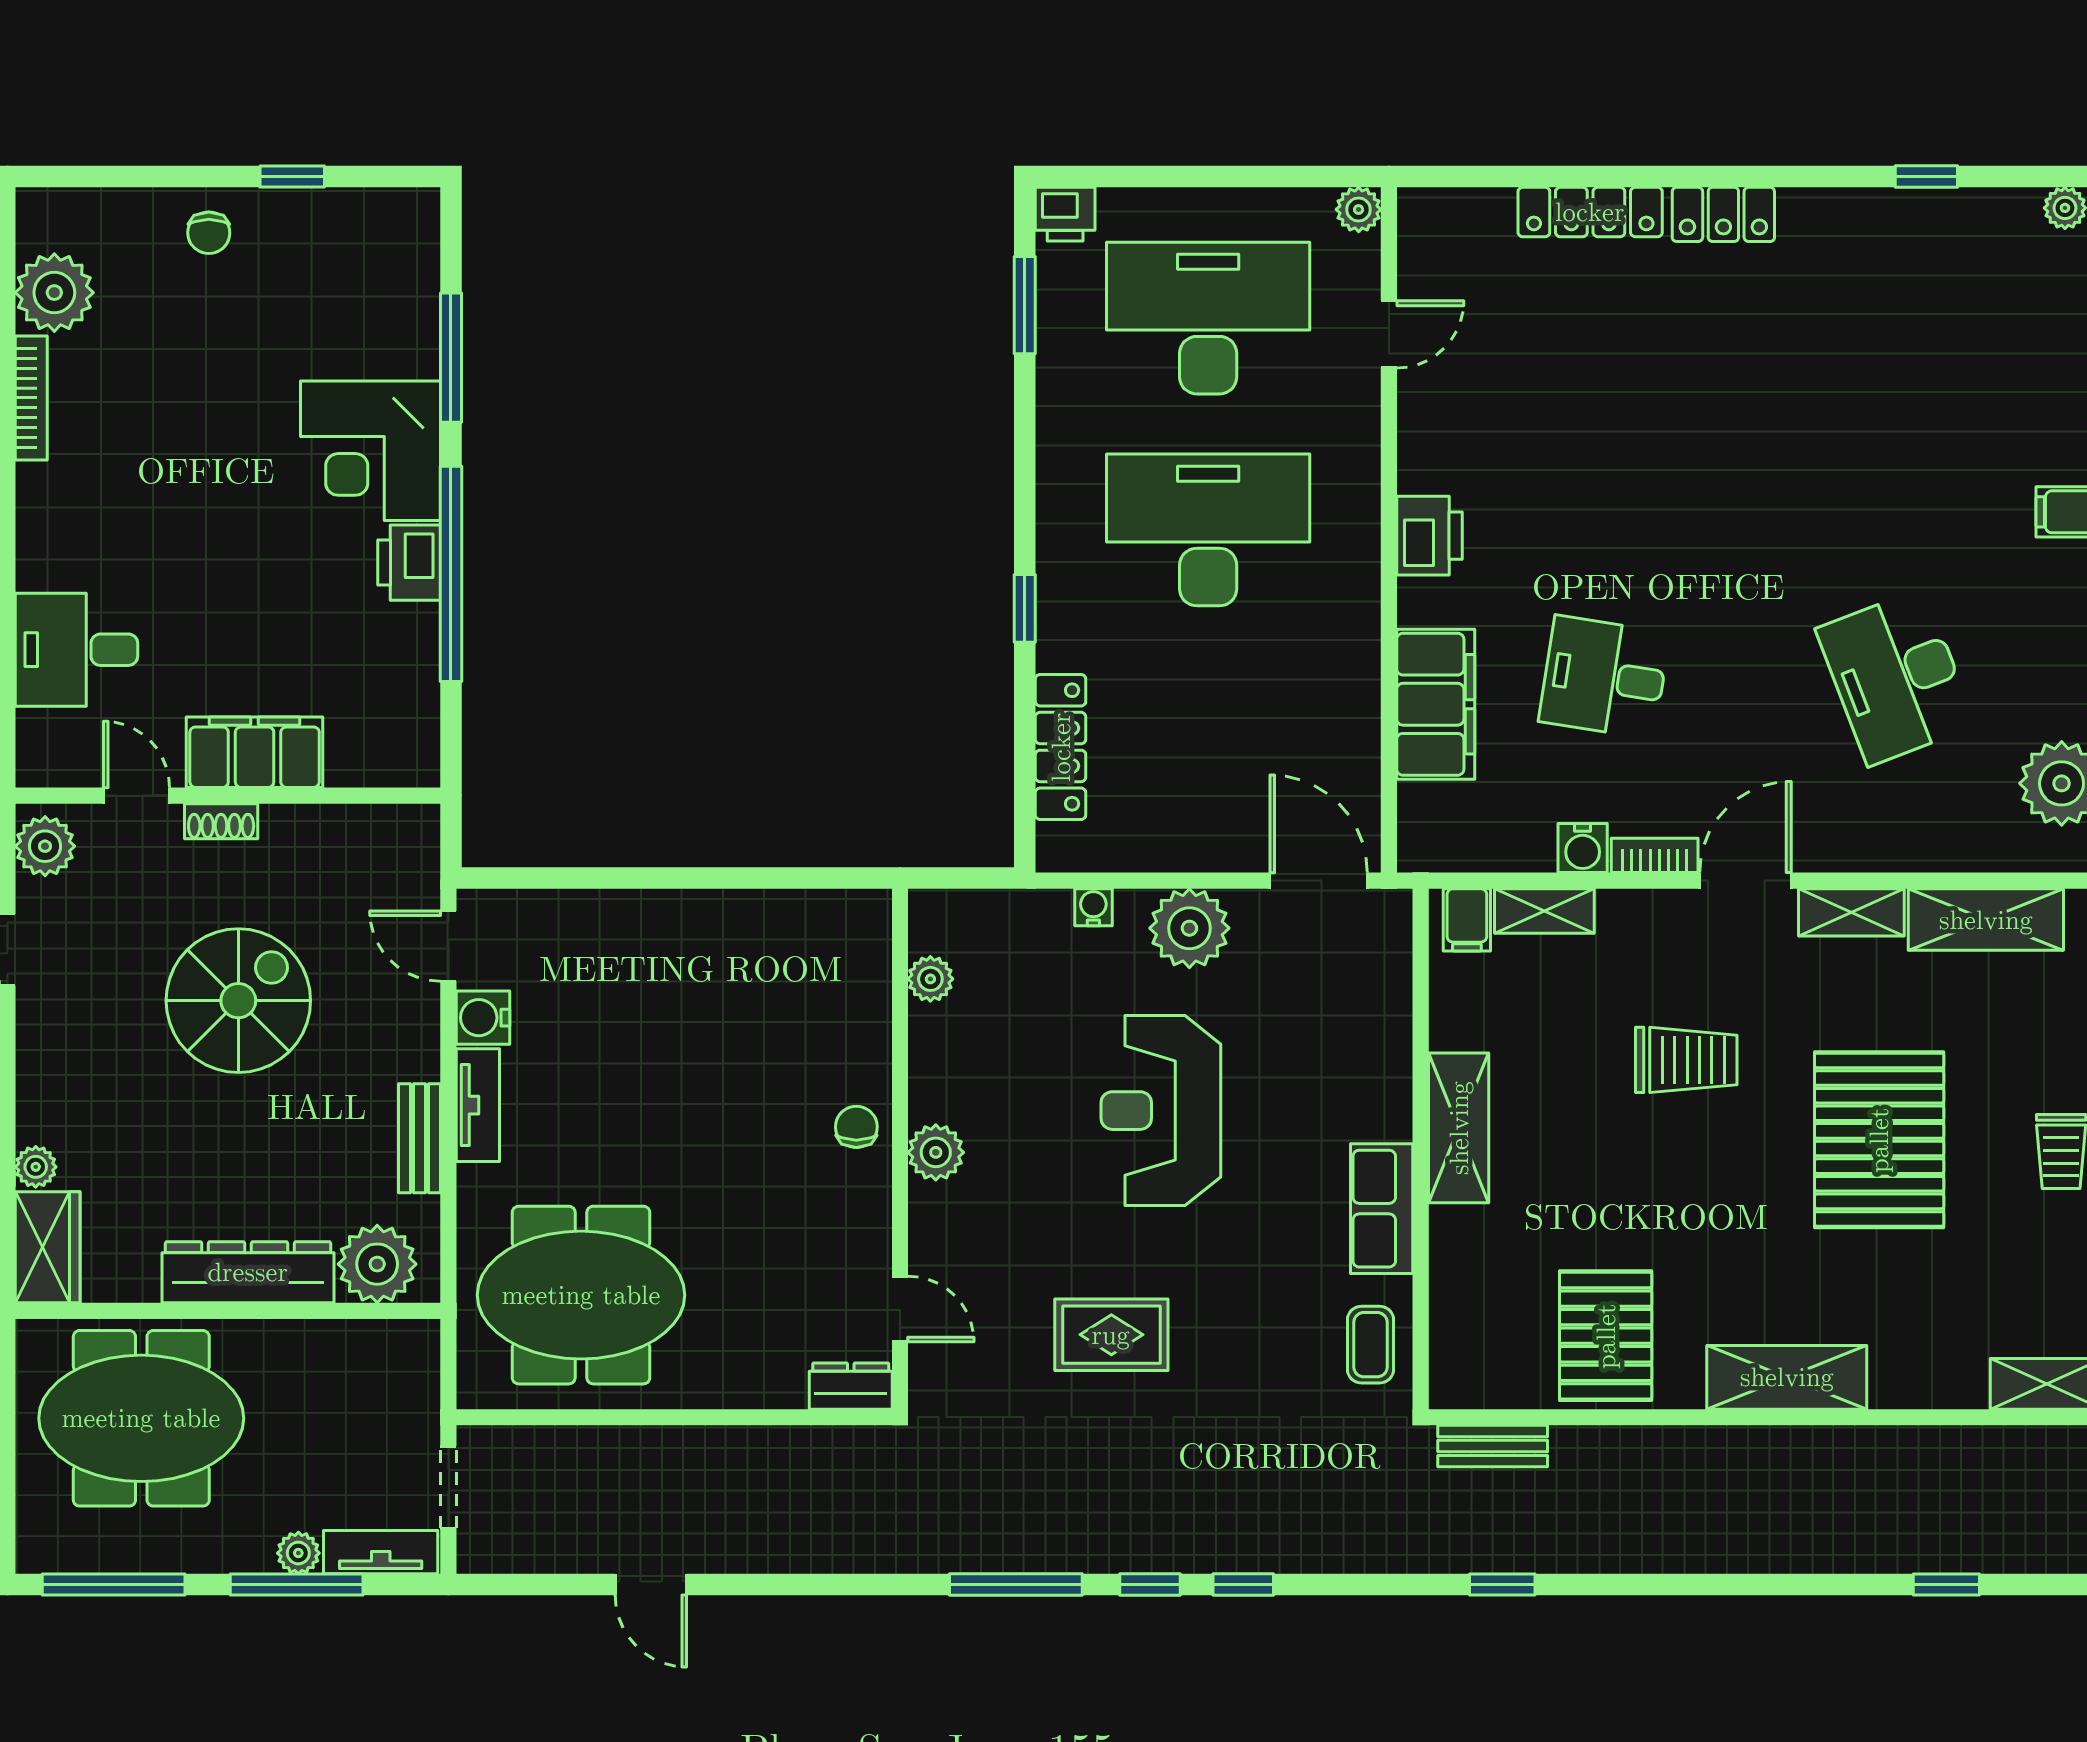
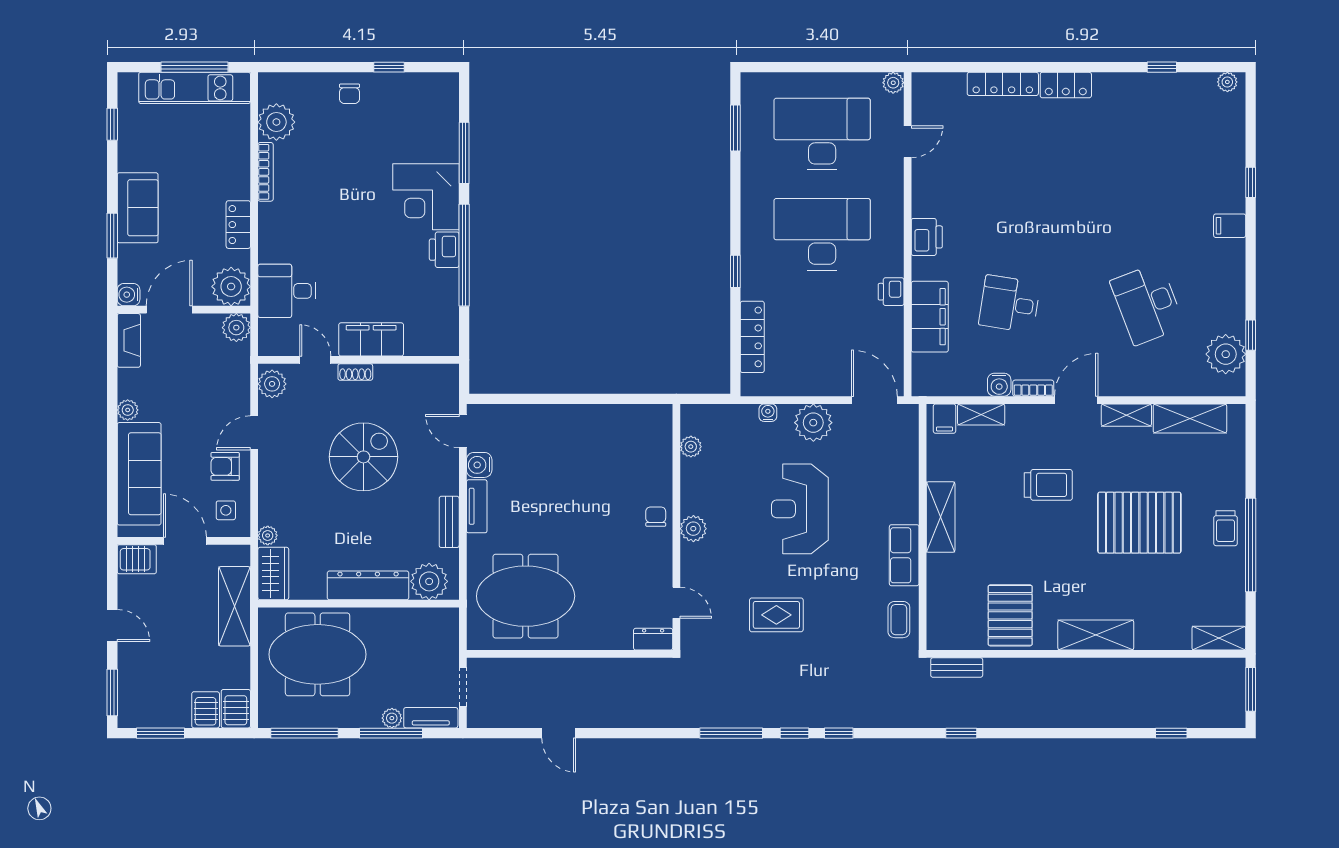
printer: (1065, 214) -> (891, 292), moved, turned 90
pallet: (1879, 1140) -> (1139, 523), turned 90

